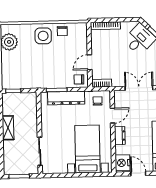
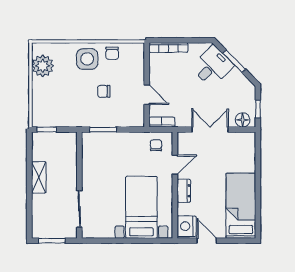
door: (90, 62) -> (147, 95), swing flipped
chair: (79, 79) -> (104, 91), moved
dresser: (66, 98) -> (115, 140), removed

